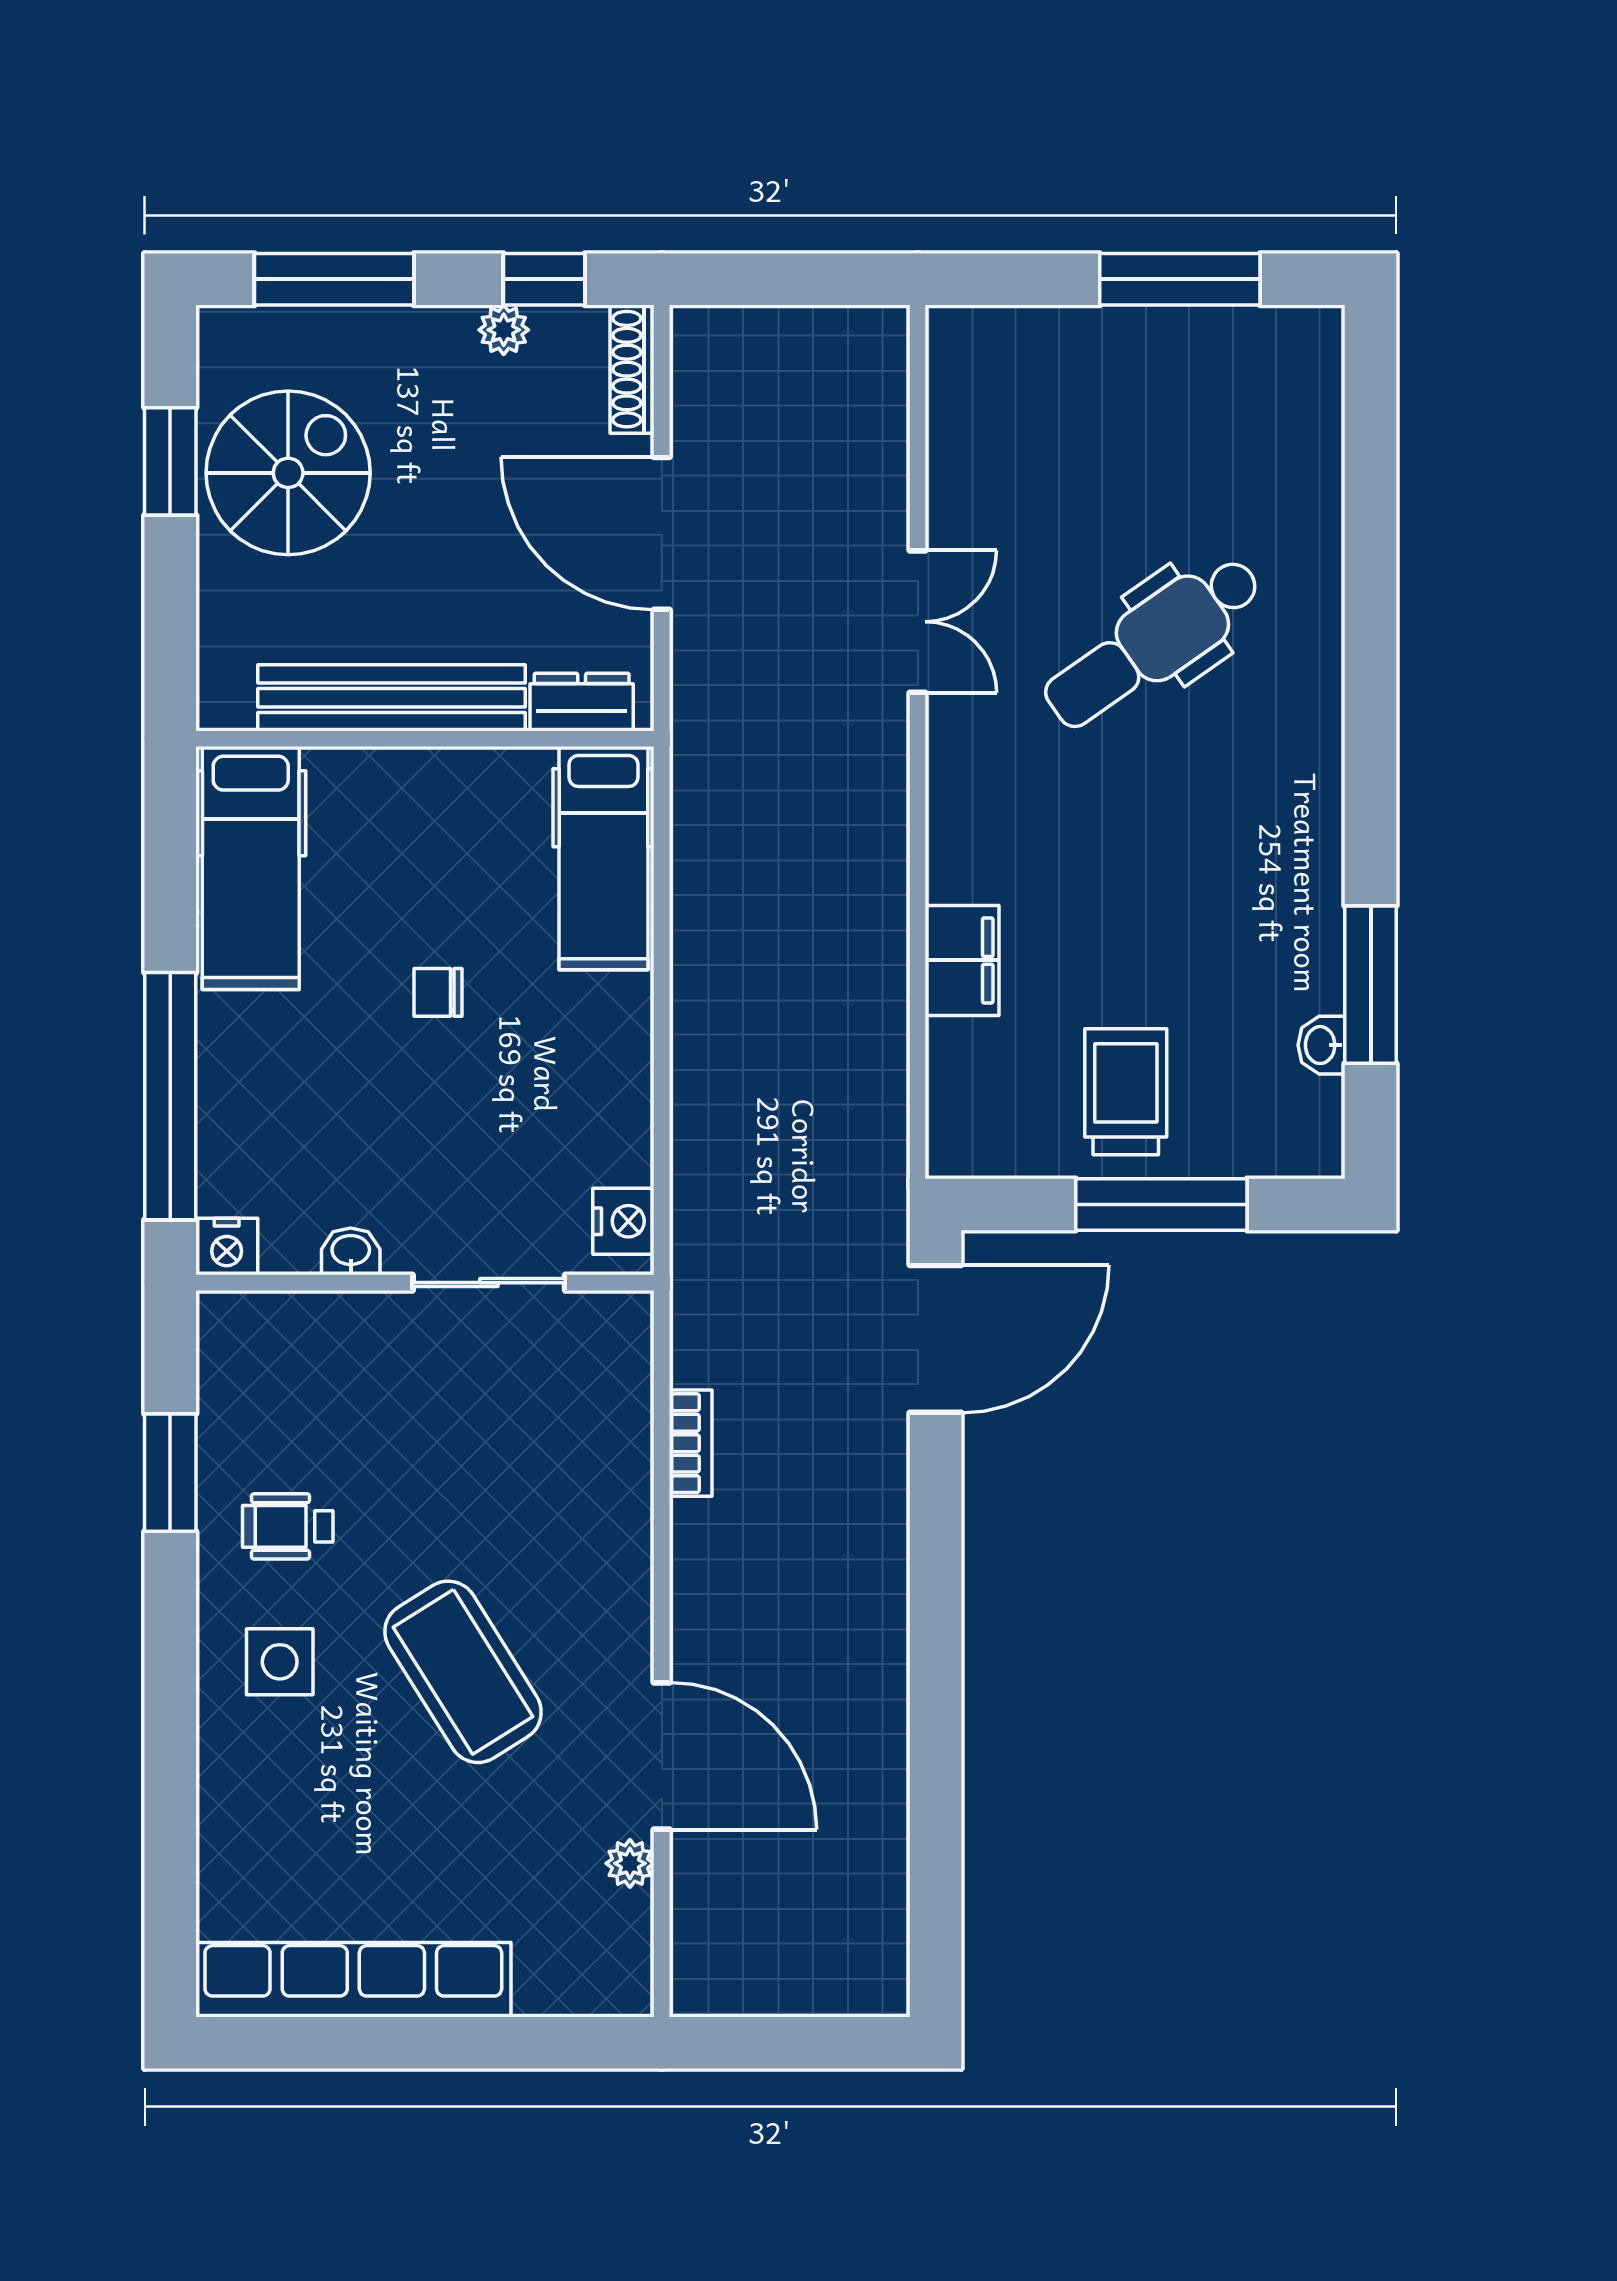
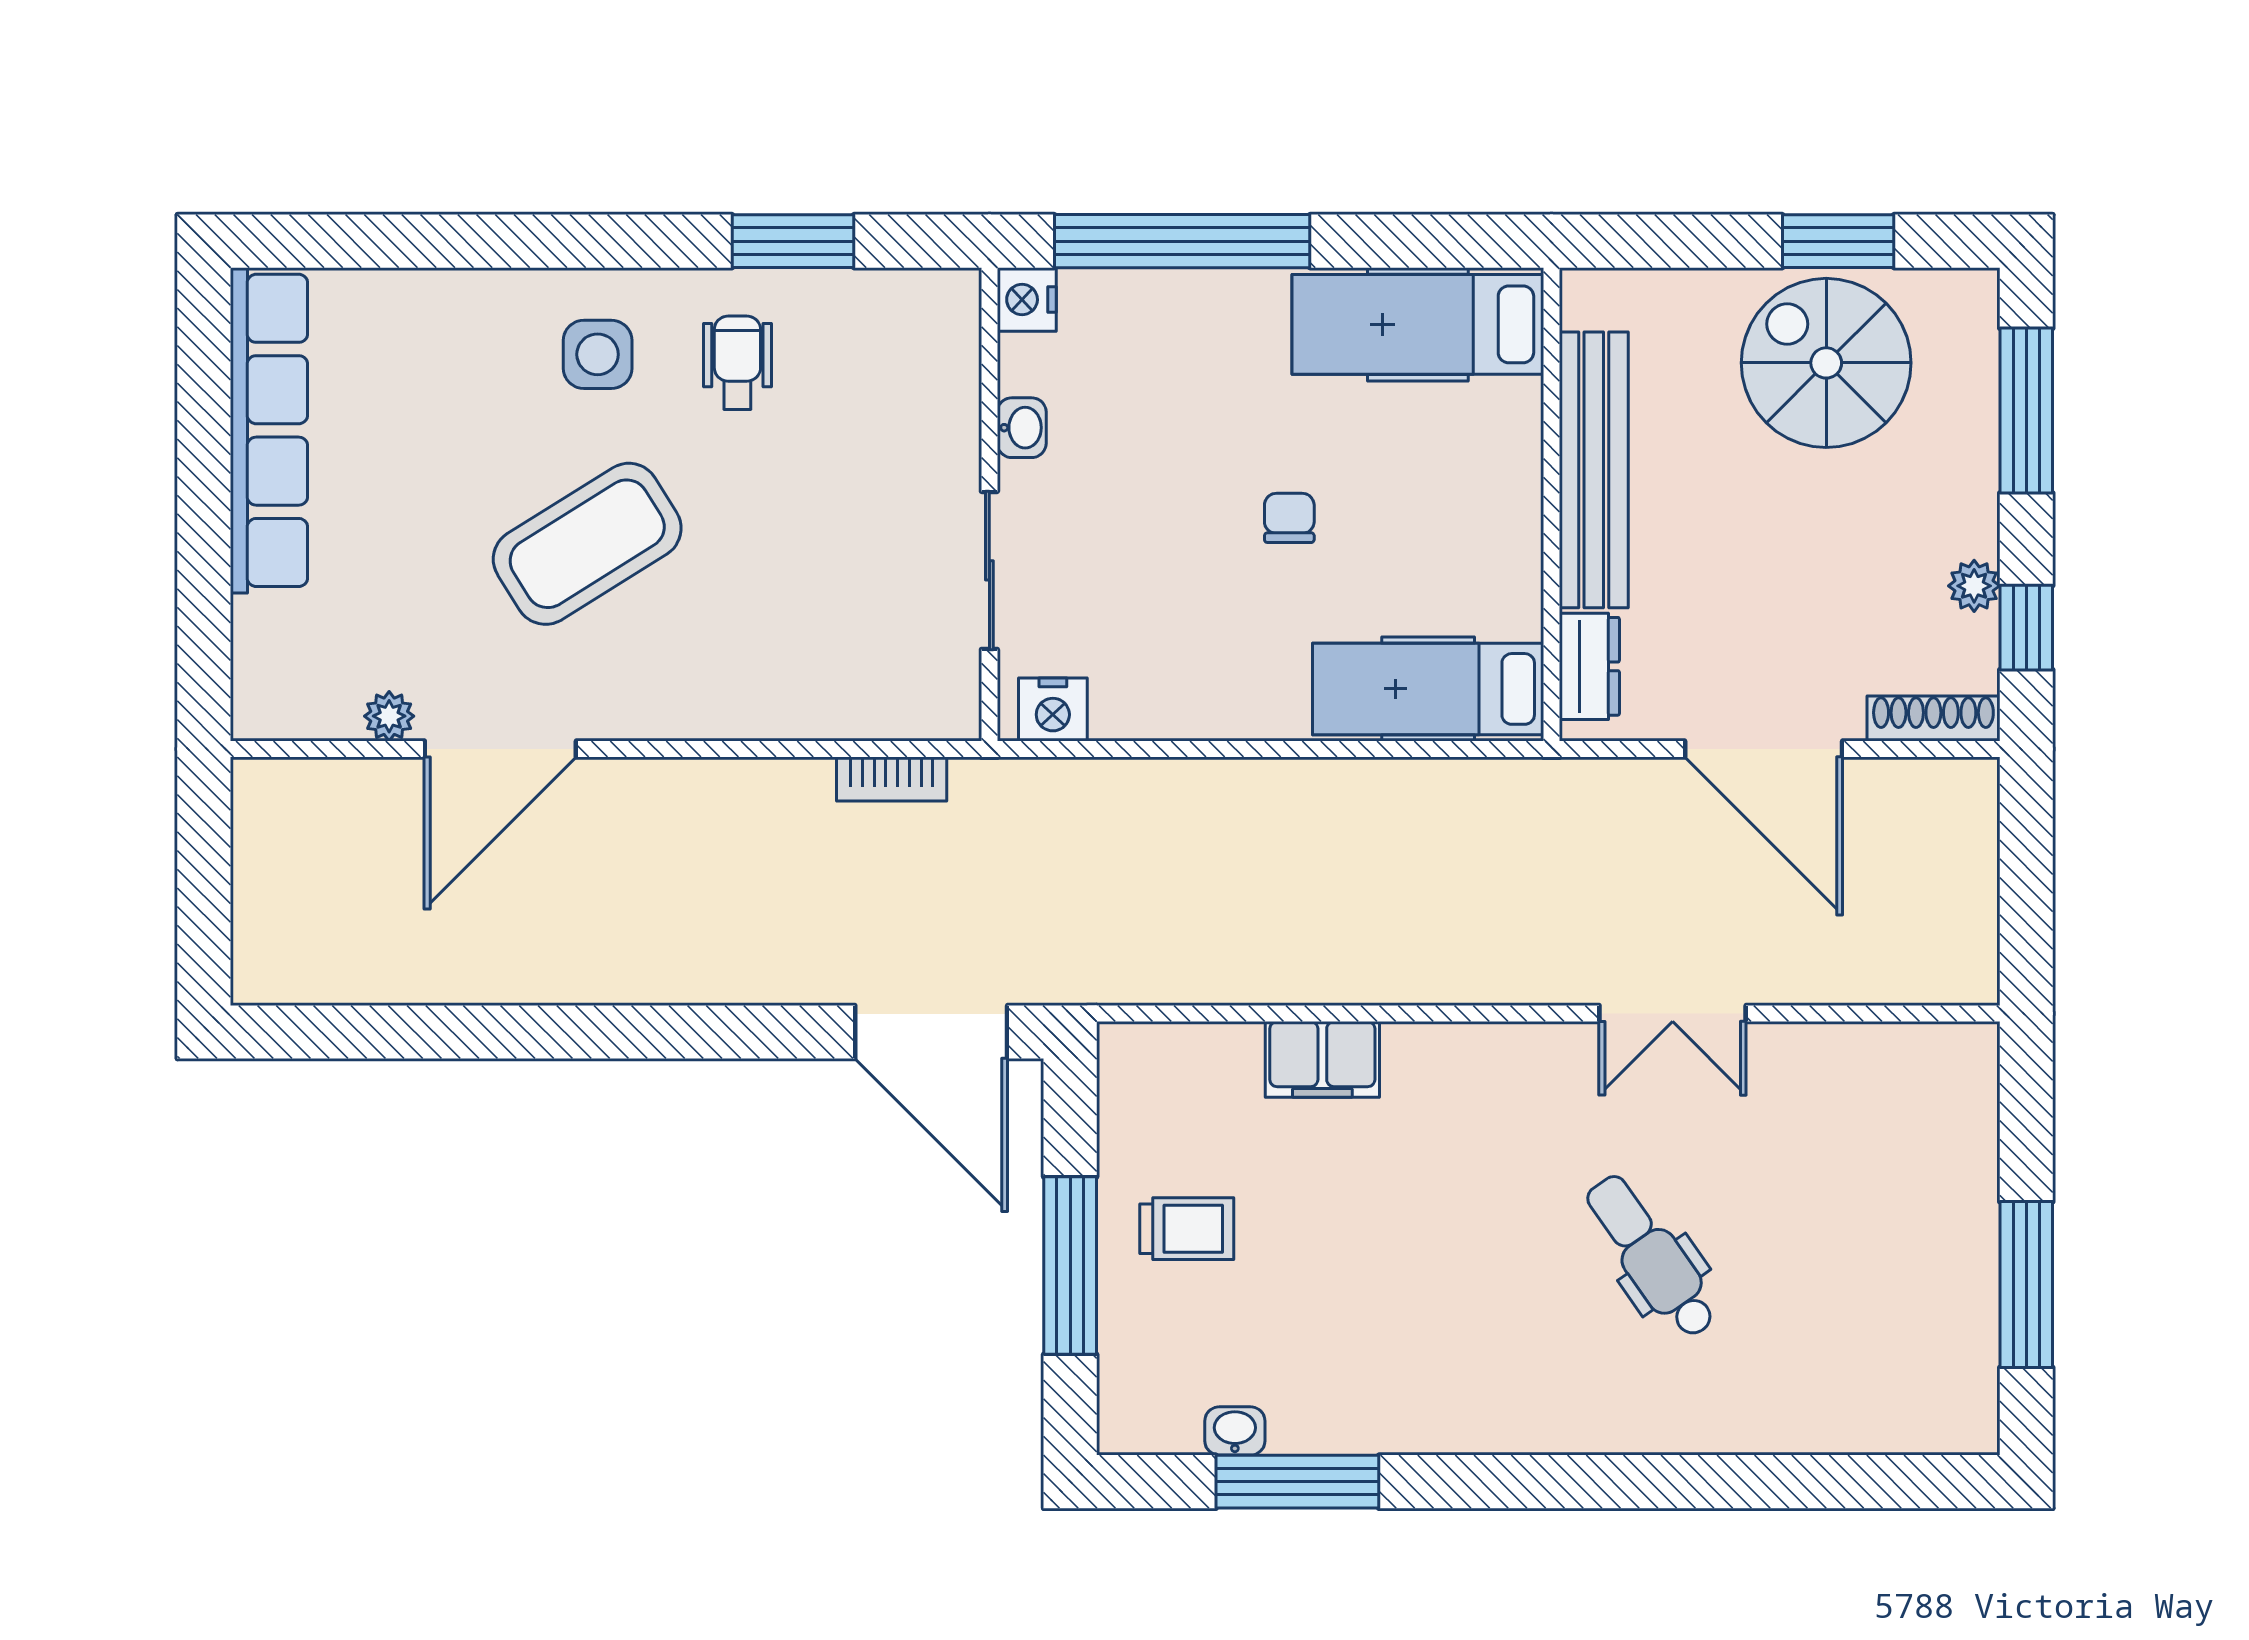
spiral stairs: (288, 473) -> (1826, 363), turned 180
door: (662, 533) -> (1764, 749), swing flipped
dental chair: (1153, 642) -> (1651, 1257), width x0.73, depth x0.72
trolley: (1126, 1092) -> (1187, 1229), width x0.73, depth x0.72
bookcase: (691, 1443) -> (892, 779), moved

